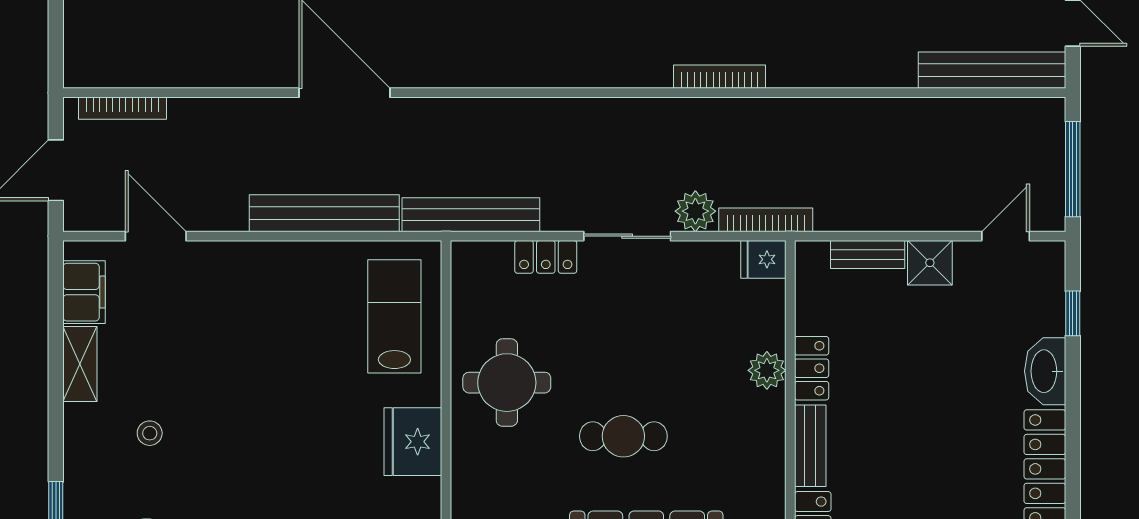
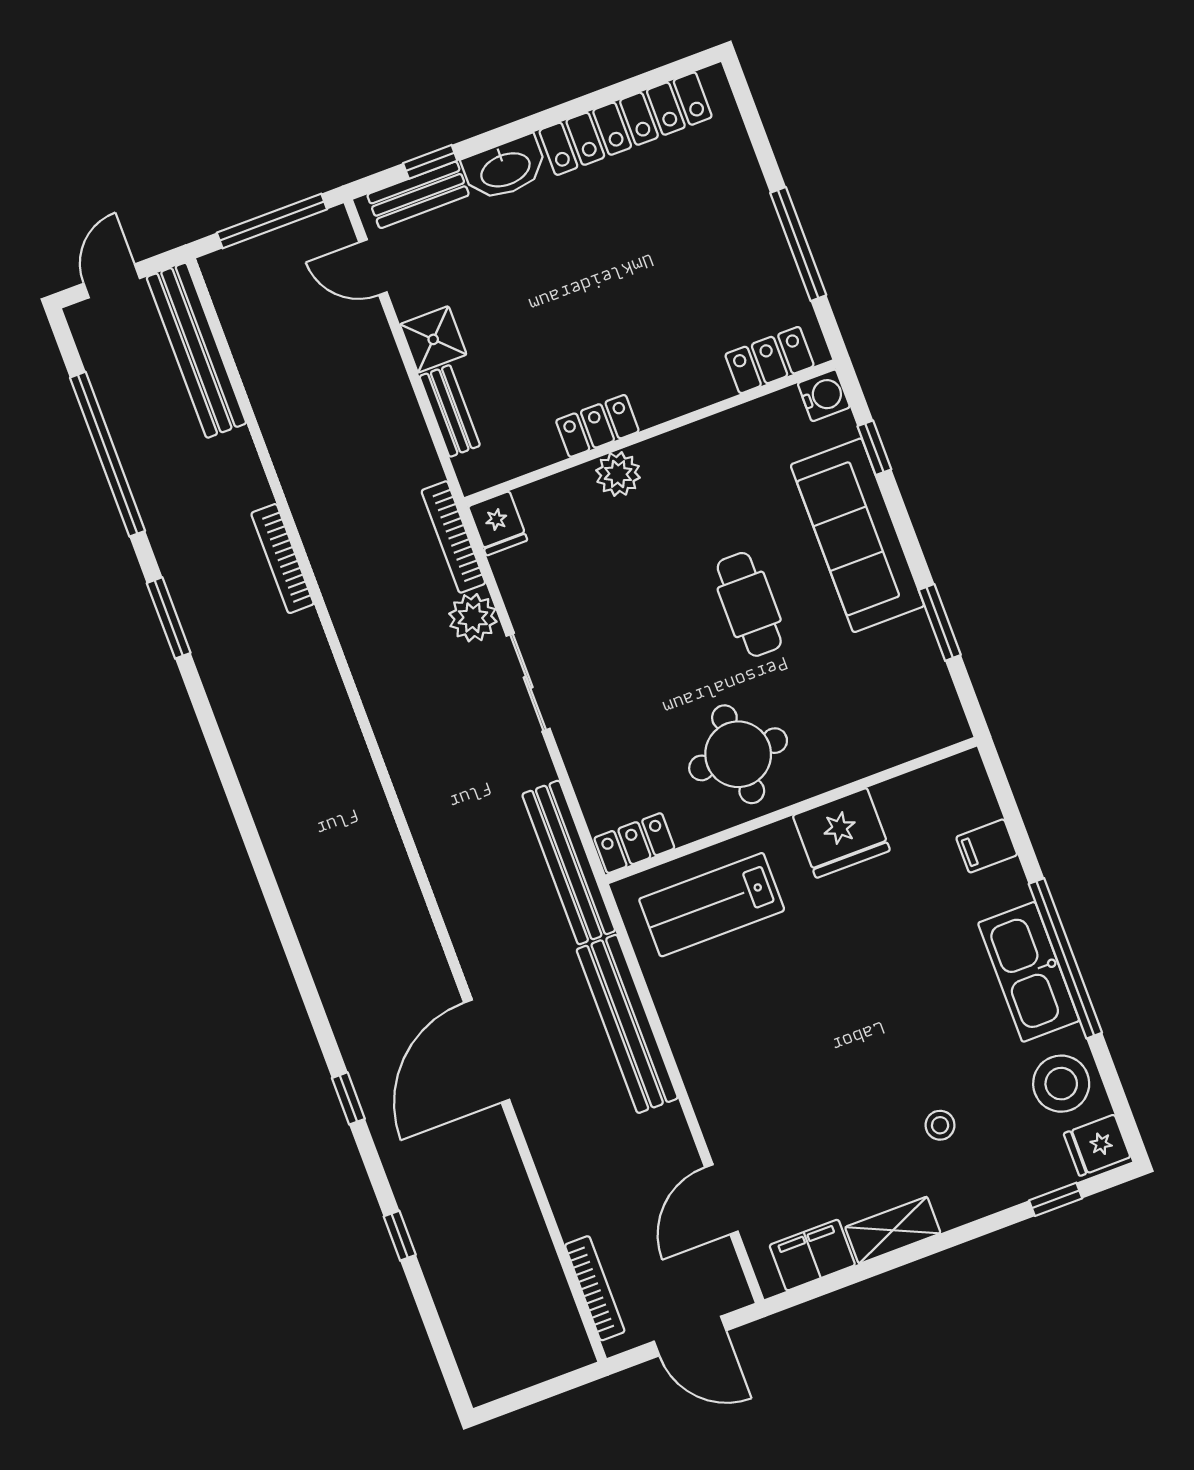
bookcase: (719, 77) -> (282, 559), moved
locker: (546, 257) -> (634, 843), moved, turned -90
bench: (810, 446) -> (418, 195), moved

